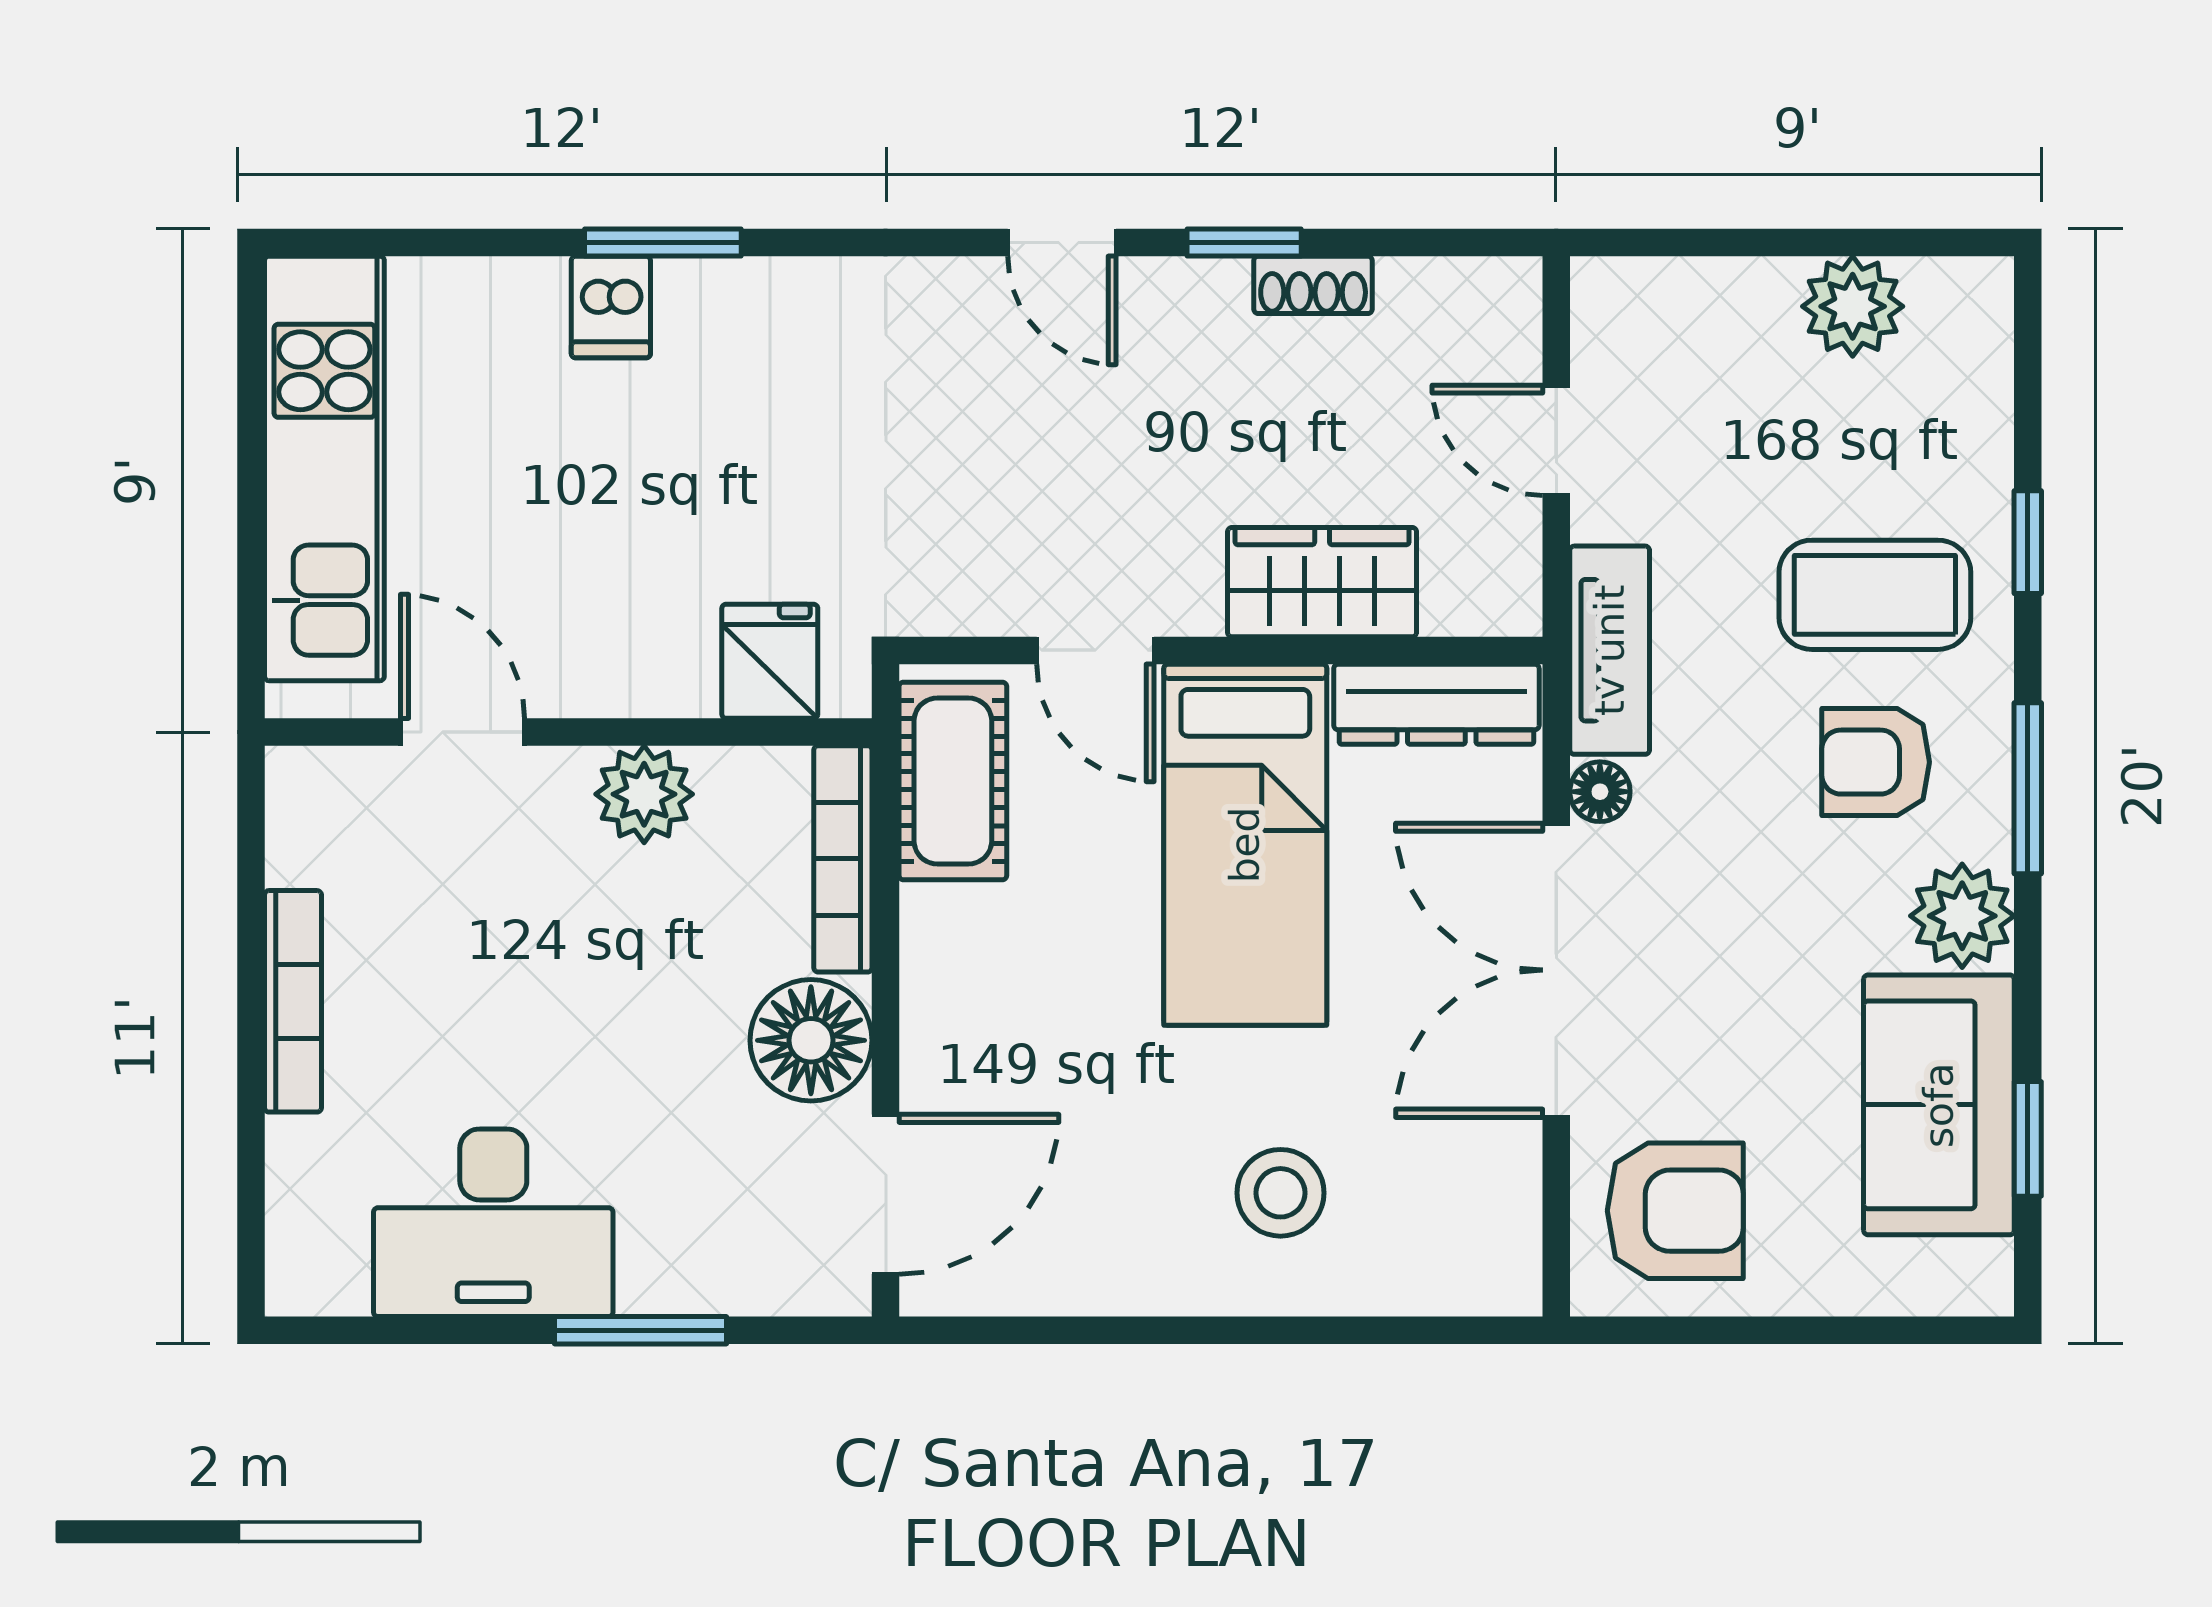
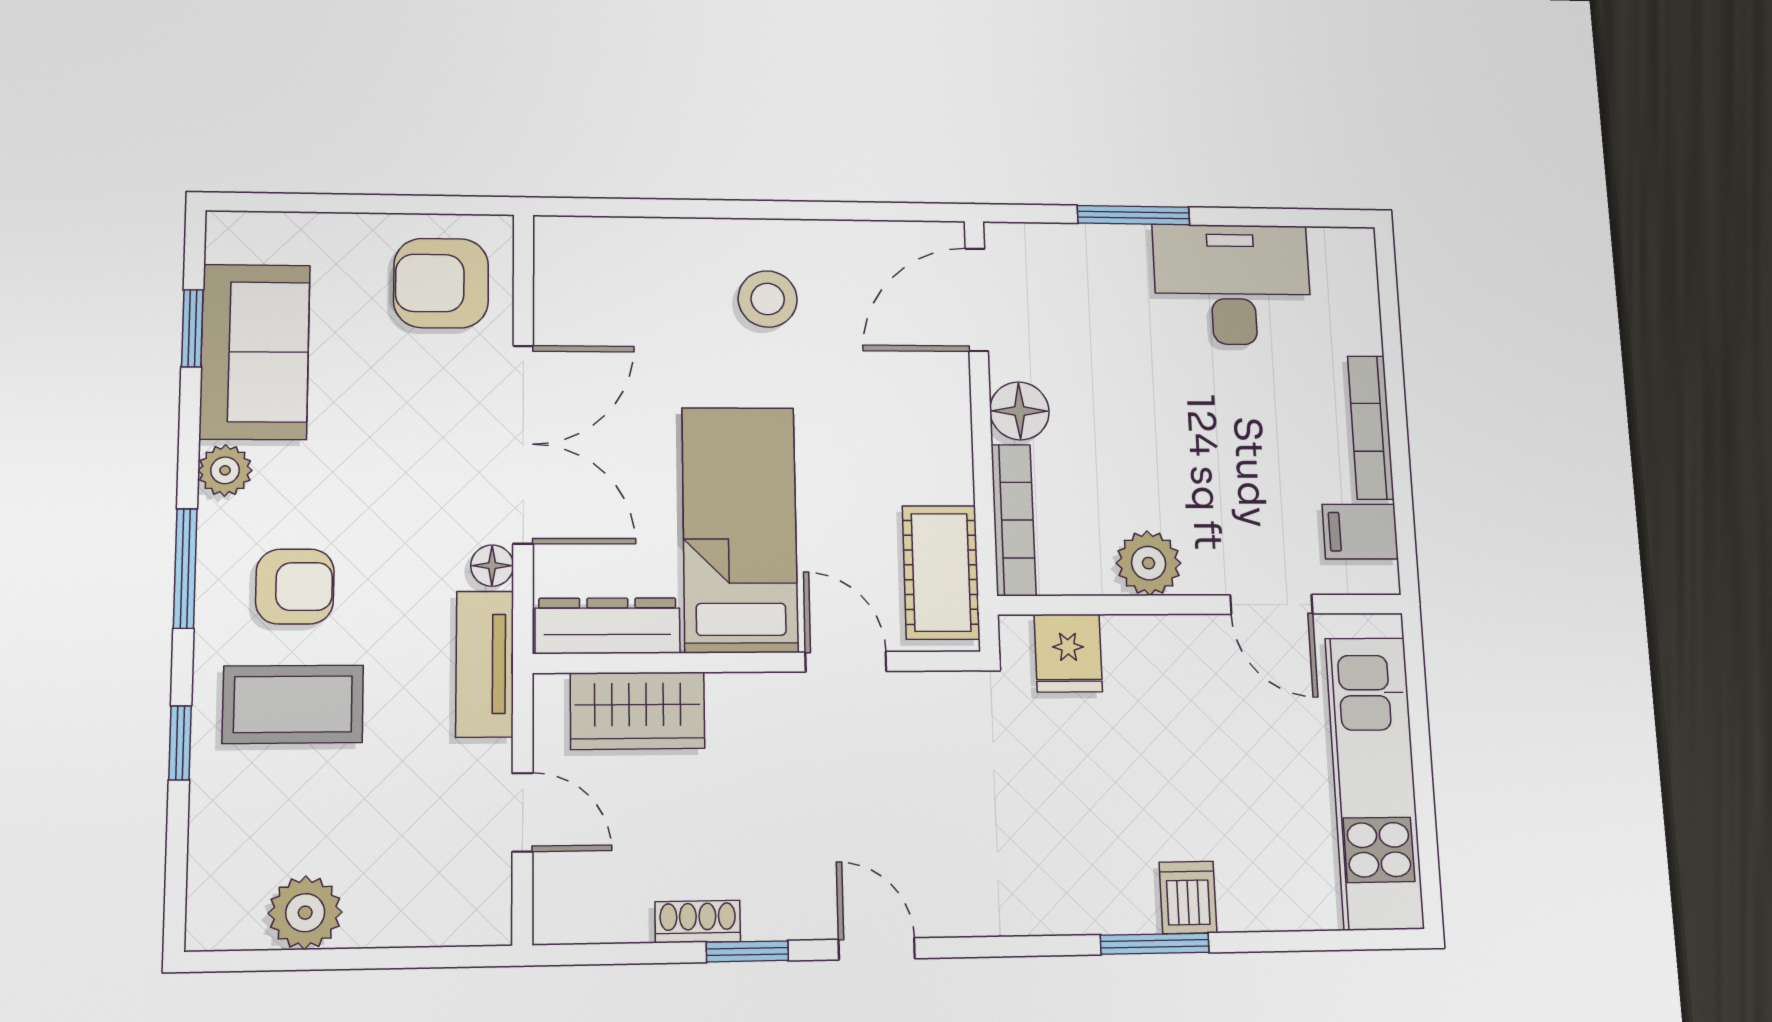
wardrobe: (1322, 582) -> (638, 711), moved
filing cabinet: (320, 841) -> (1360, 532), added
plant: (1962, 916) -> (225, 470), width x0.73, depth x0.73
floor lamp: (811, 1040) -> (1019, 411), width x0.73, depth x0.73
stool: (1280, 1193) -> (768, 299), moved

